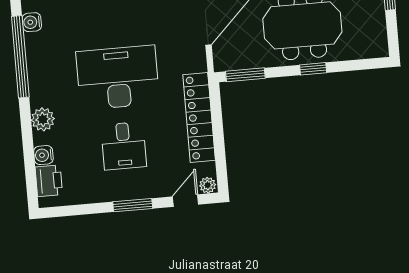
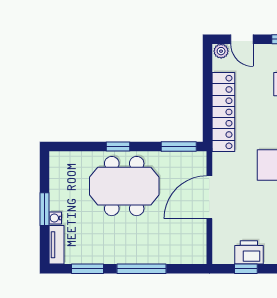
door: (185, 201) -> (242, 39), hinge flipped

